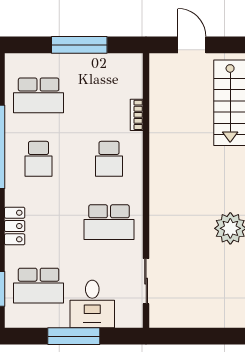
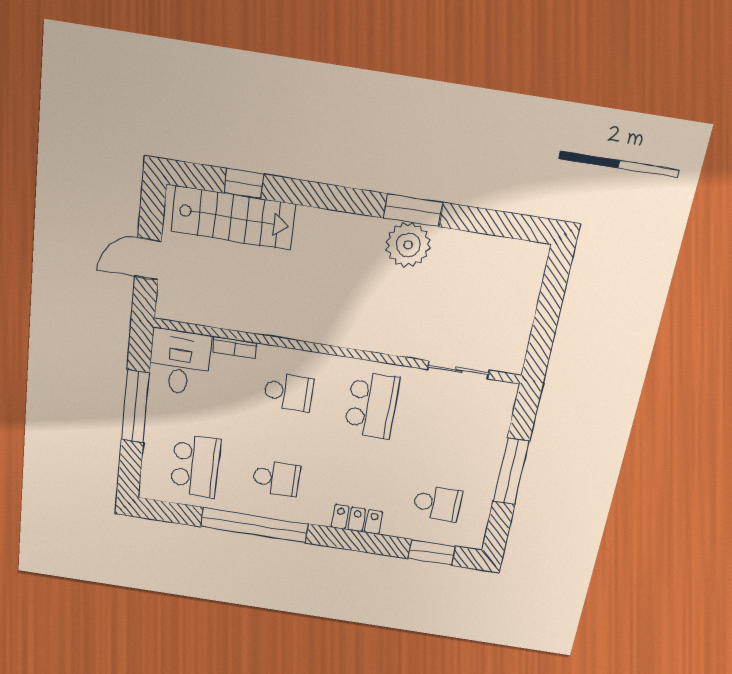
school desk: (39, 286) -> (437, 503), width x0.54
desk: (92, 304) -> (180, 362), moved, turned -90

